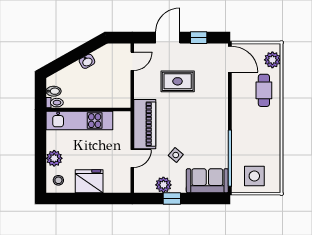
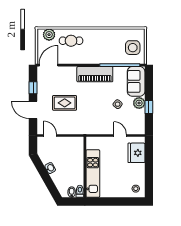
rug: (178, 81) -> (65, 103), turned 90
piano: (145, 124) -> (95, 74), moved, turned 180
plant: (54, 158) -> (120, 192), removed
fridge: (89, 181) -> (136, 153), moved
plant: (163, 185) -> (139, 103), moved

